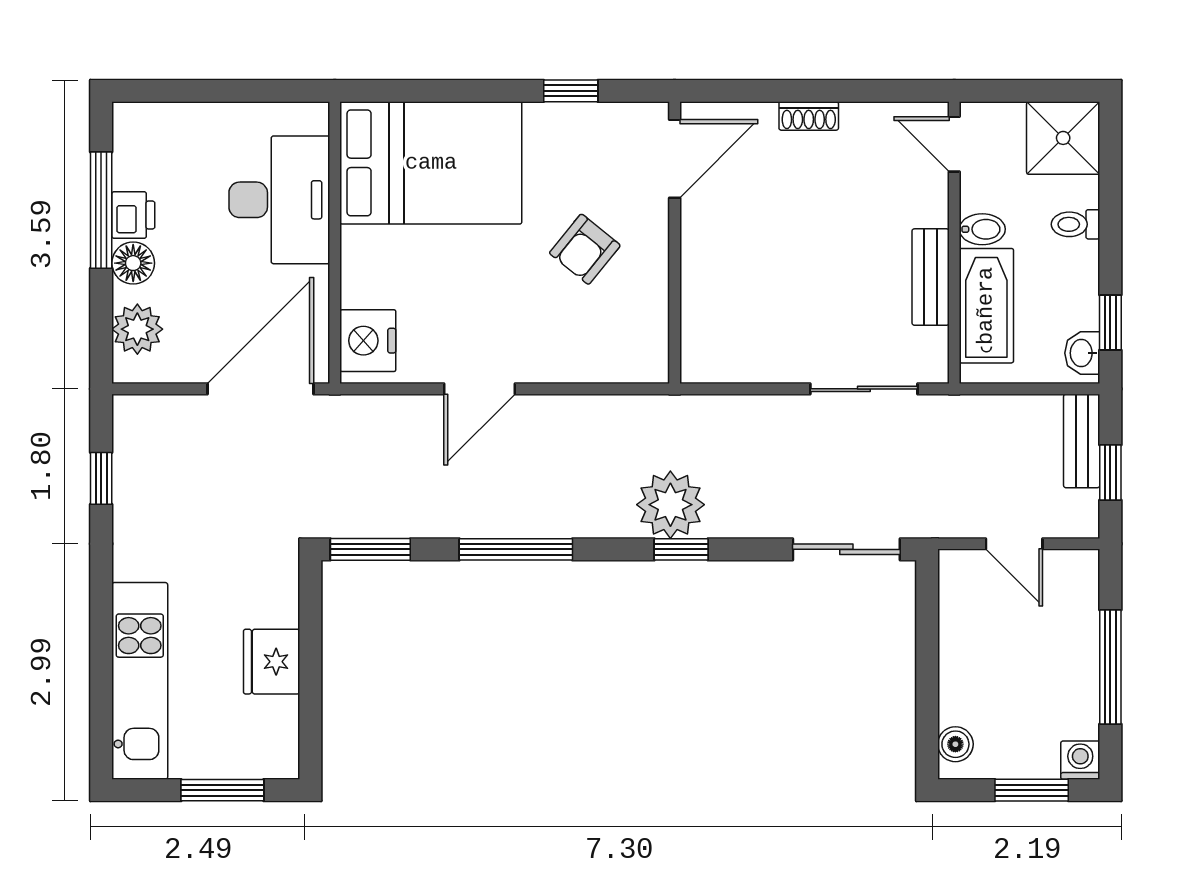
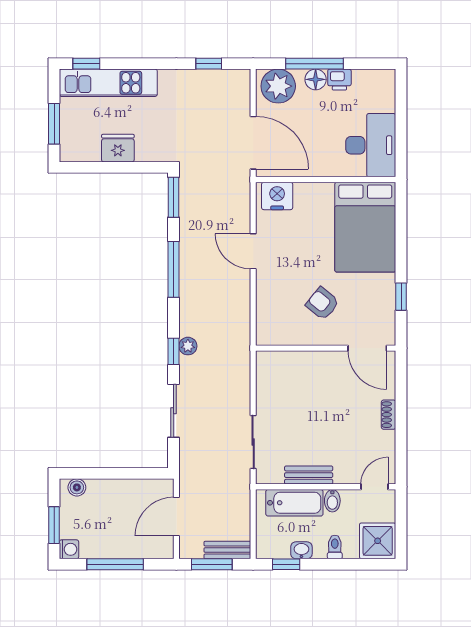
desk: (279, 200) -> (371, 145), moved, turned -90
window: (101, 210) -> (314, 64), moved
plant: (137, 329) -> (278, 86), width x1.36, depth x1.36
washbasin: (1082, 353) -> (301, 550), moved
window: (1110, 472) -> (212, 564), width x1.50
plant: (670, 505) -> (188, 346), width x0.53, depth x0.53
door: (1014, 544) -> (176, 517), width x1.38
sliding door: (846, 549) -> (174, 411), moved
window: (101, 725) -> (86, 64), added

